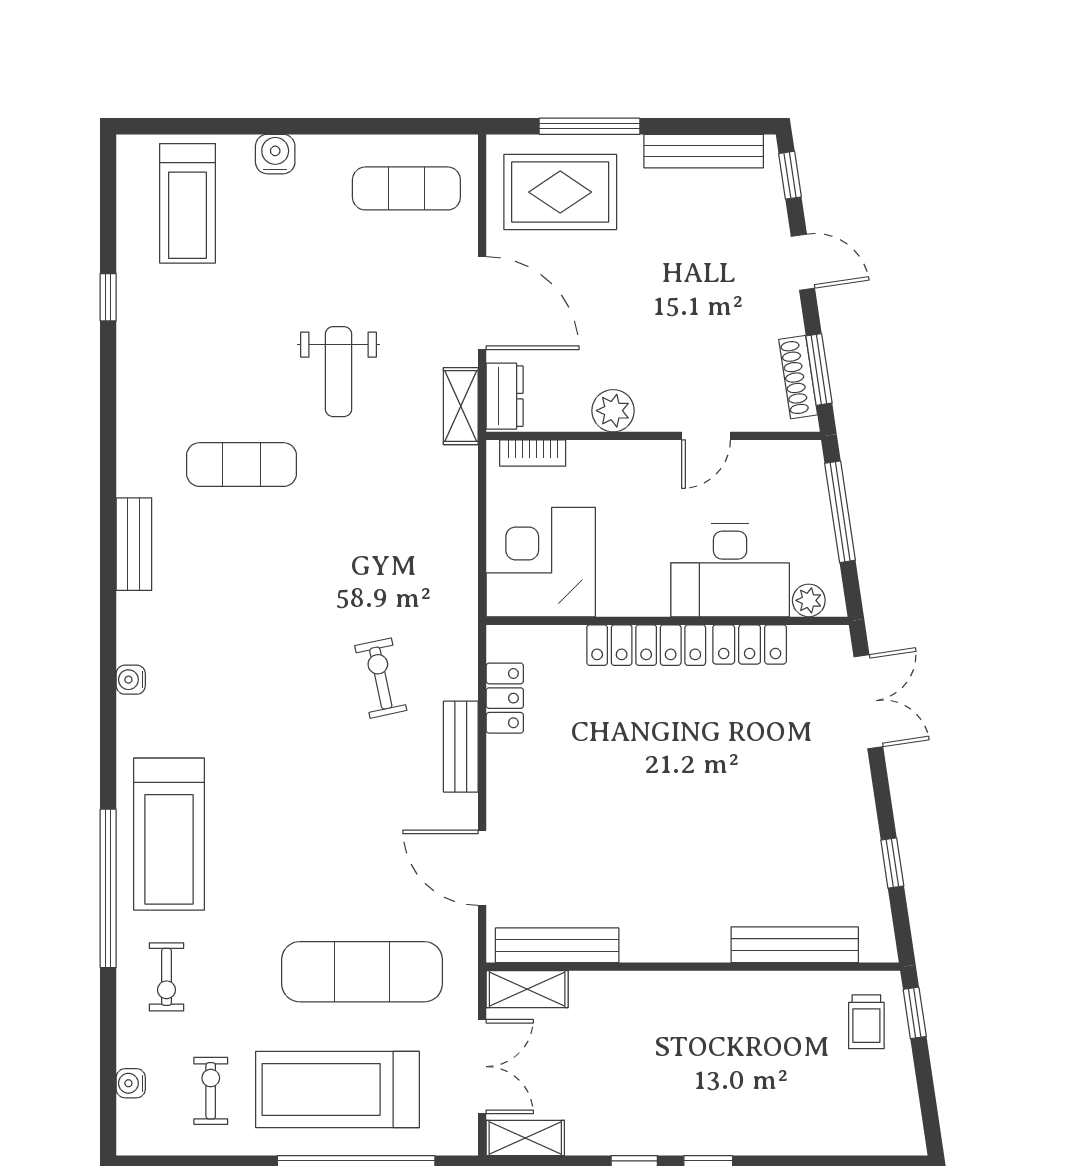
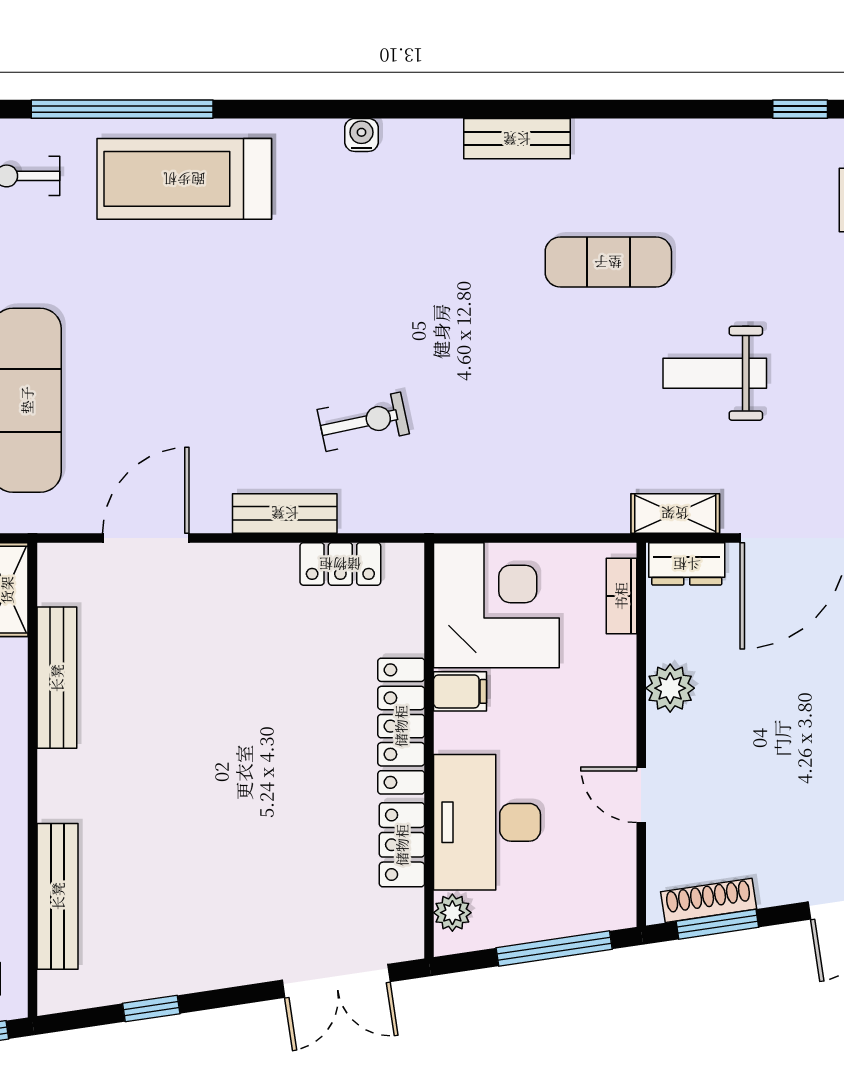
exercise mat: (242, 465) -> (608, 262), turned 90
filing cabinet: (616, 594) -> (460, 691), added
bench: (557, 945) -> (57, 678), moved

